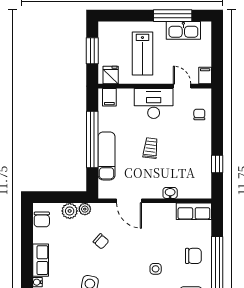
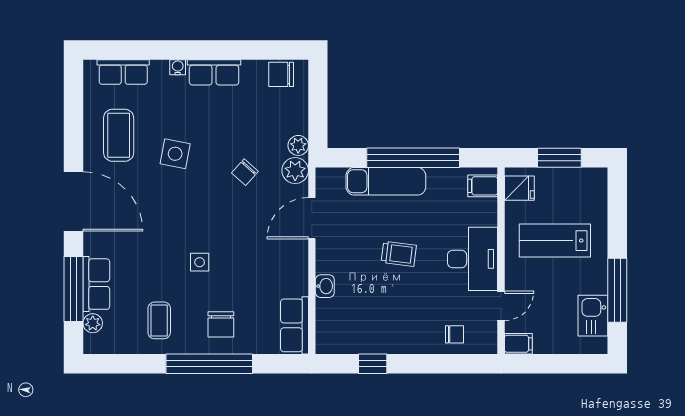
kitchen sink: (183, 30) -> (593, 316), width x0.73
plant: (70, 211) -> (295, 171), moved

